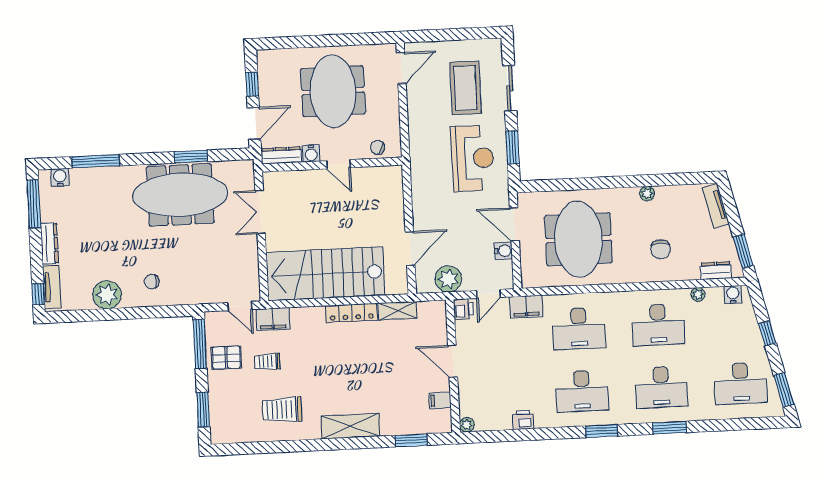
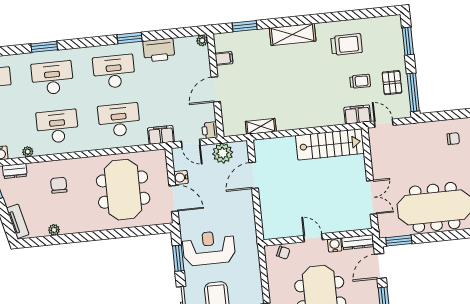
window: (191, 157) -> (399, 241), moved
reception desk: (473, 158) -> (209, 248), turned 90
plant: (647, 193) -> (54, 230), moved
stairs: (325, 274) -> (330, 144), width x0.73, depth x0.66
door: (488, 294) -> (191, 143), swing flipped
locker: (352, 313) -> (296, 123), removed
pallet: (226, 358) -> (392, 83), turned 90
door: (453, 361) -> (216, 89), swing flipped
printer: (523, 420) -> (159, 50), width x1.87, depth x1.48
window: (602, 431) -> (130, 38), moved

